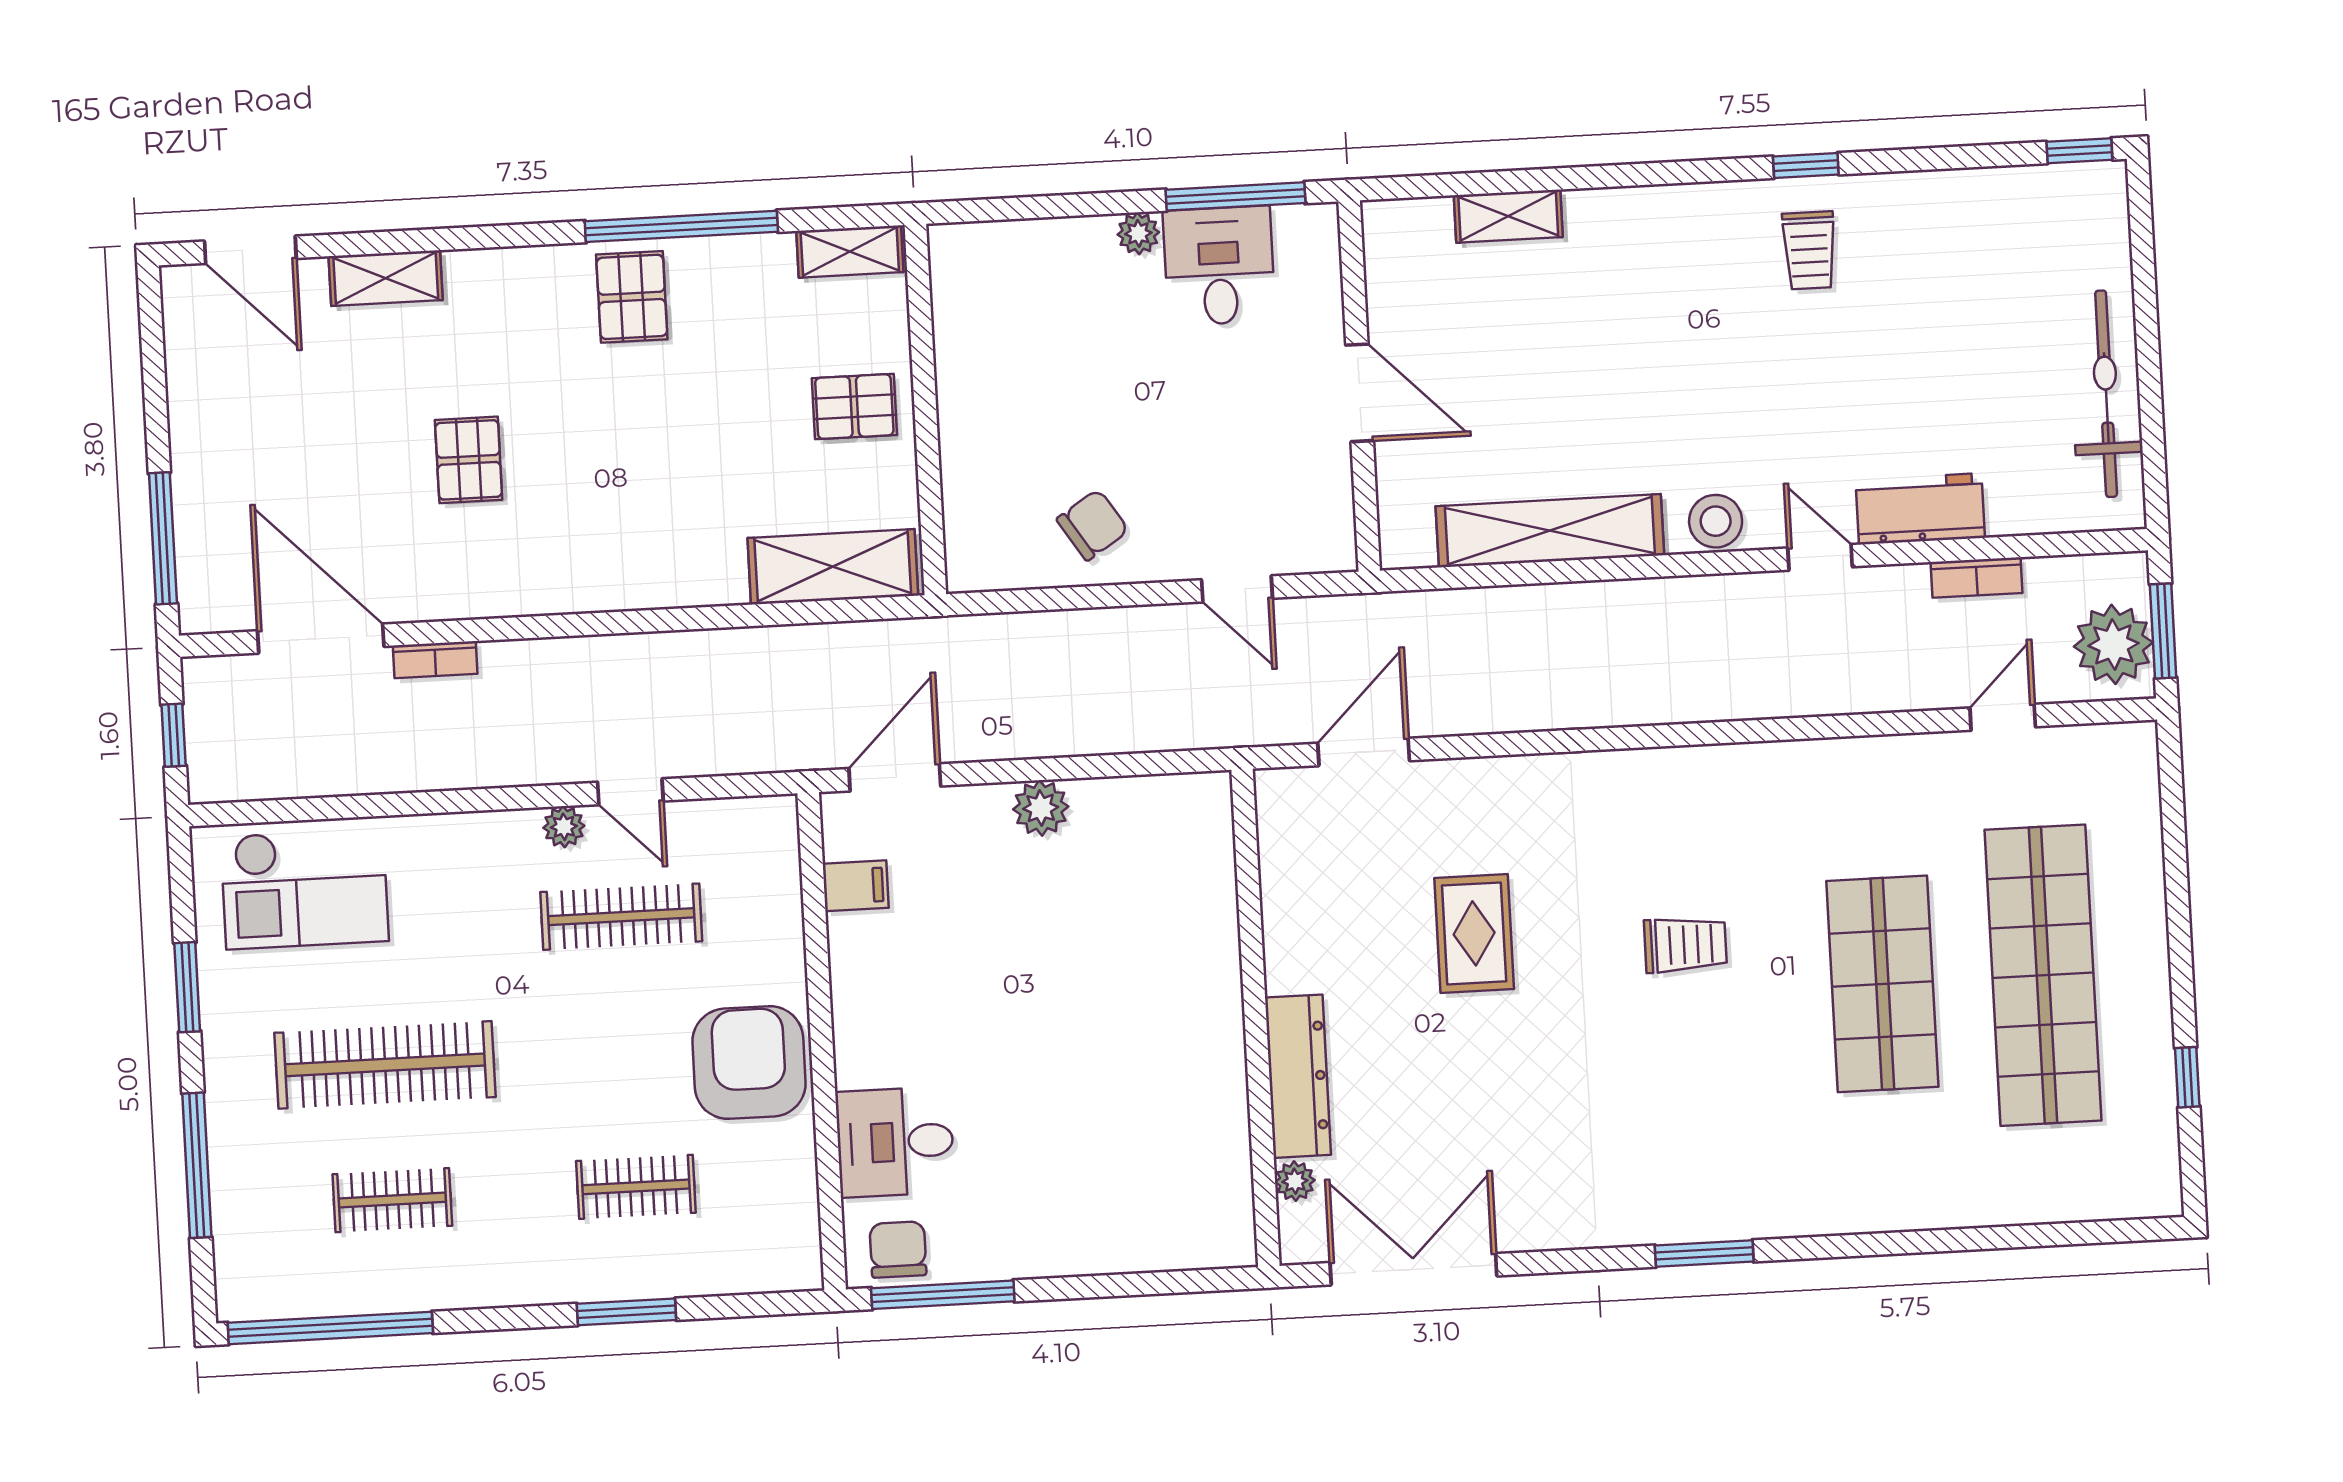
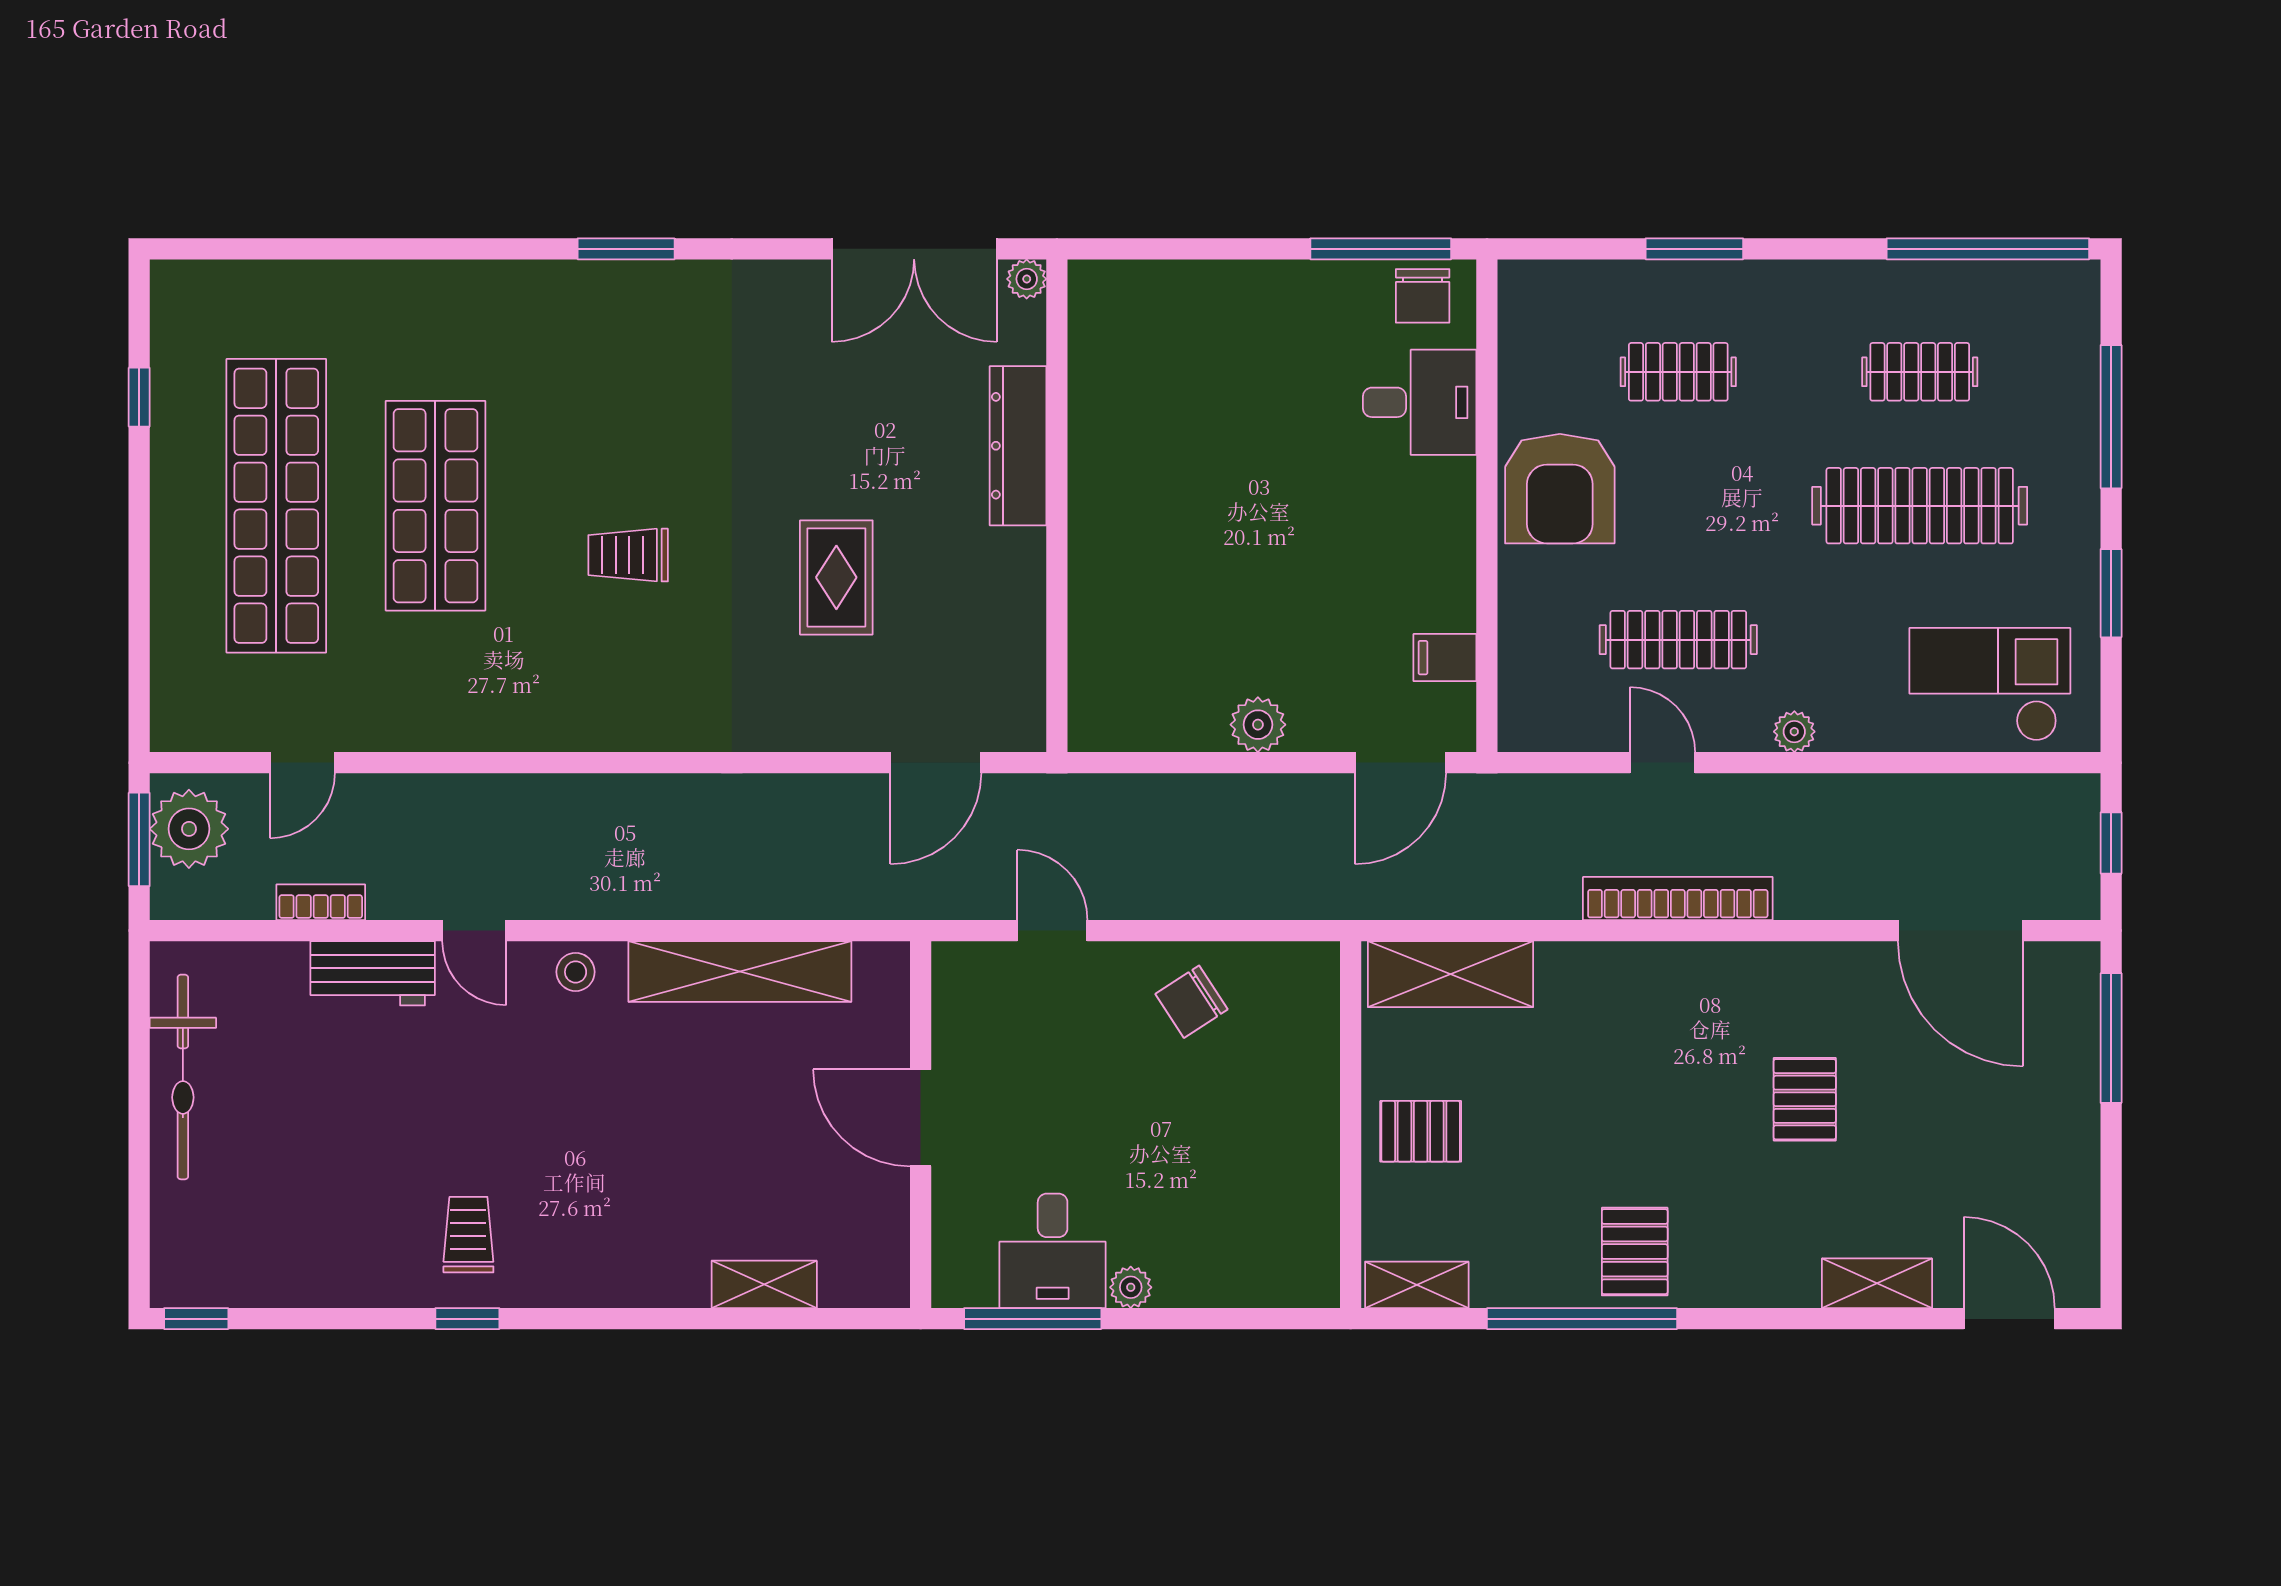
stool: (1716, 521) -> (576, 972), width x0.73, depth x0.73
bookcase: (435, 660) -> (1678, 899), moved, width x2.31, depth x1.31
plant: (564, 827) -> (1794, 732), moved
plant: (1295, 1181) -> (1027, 279), moved

